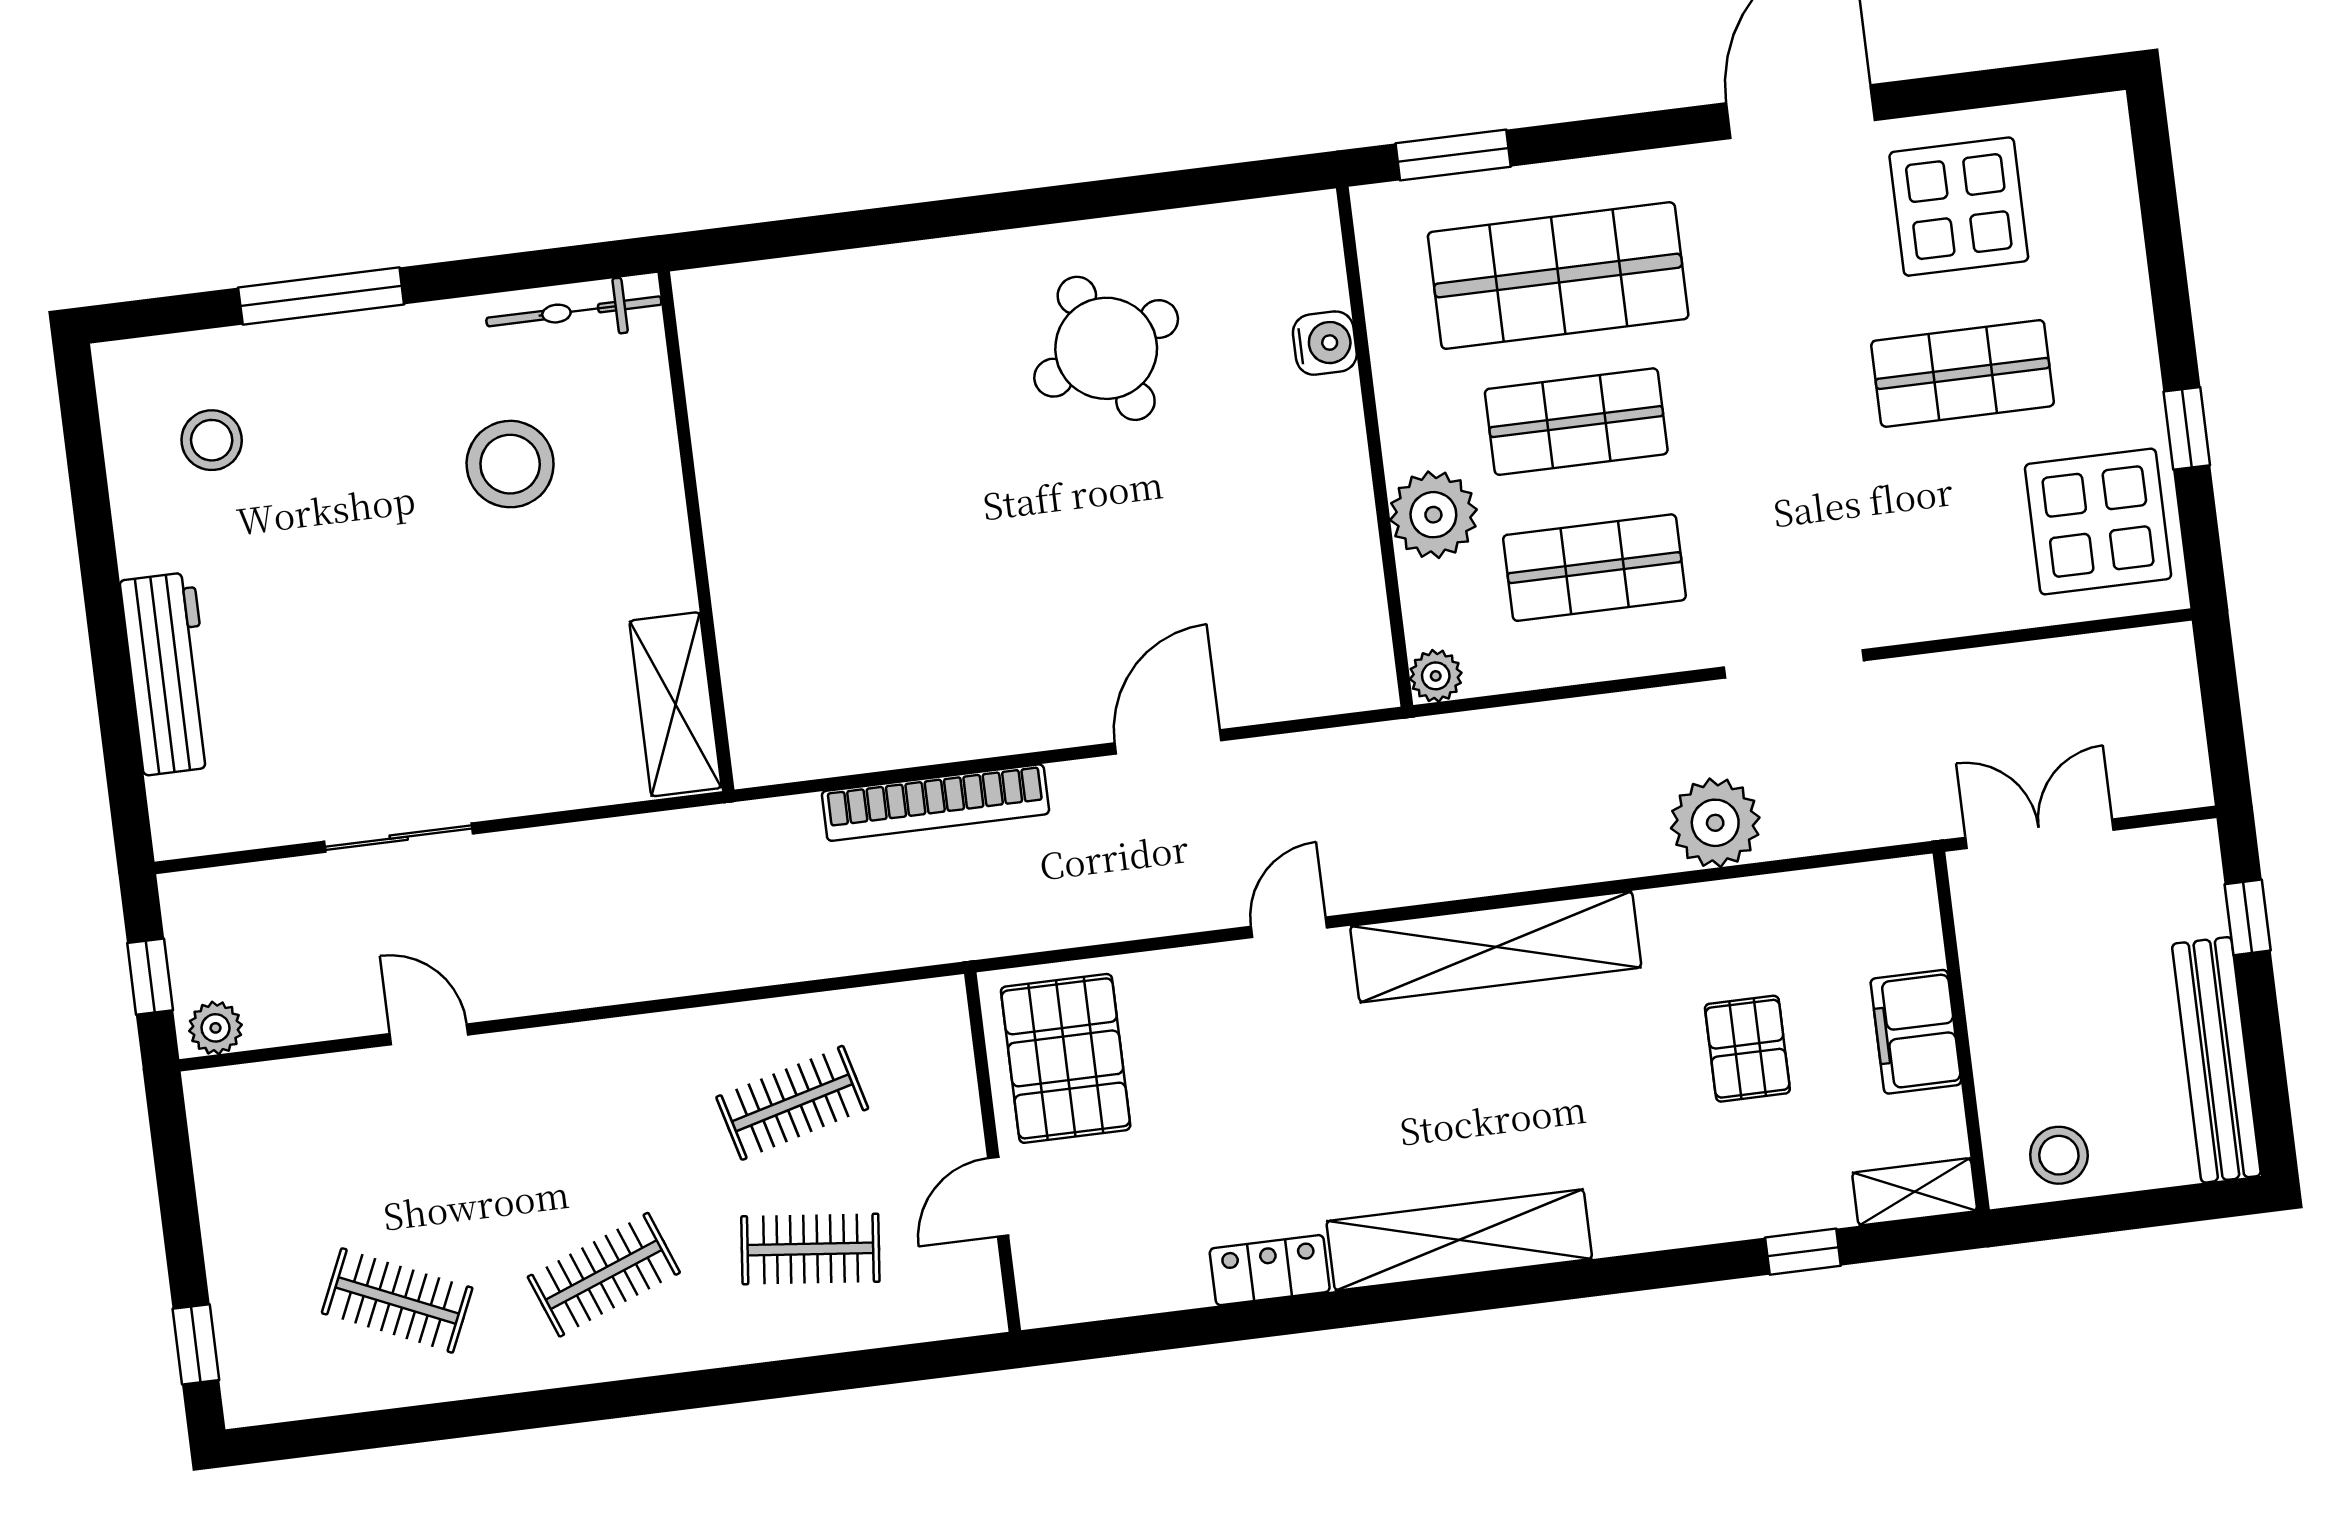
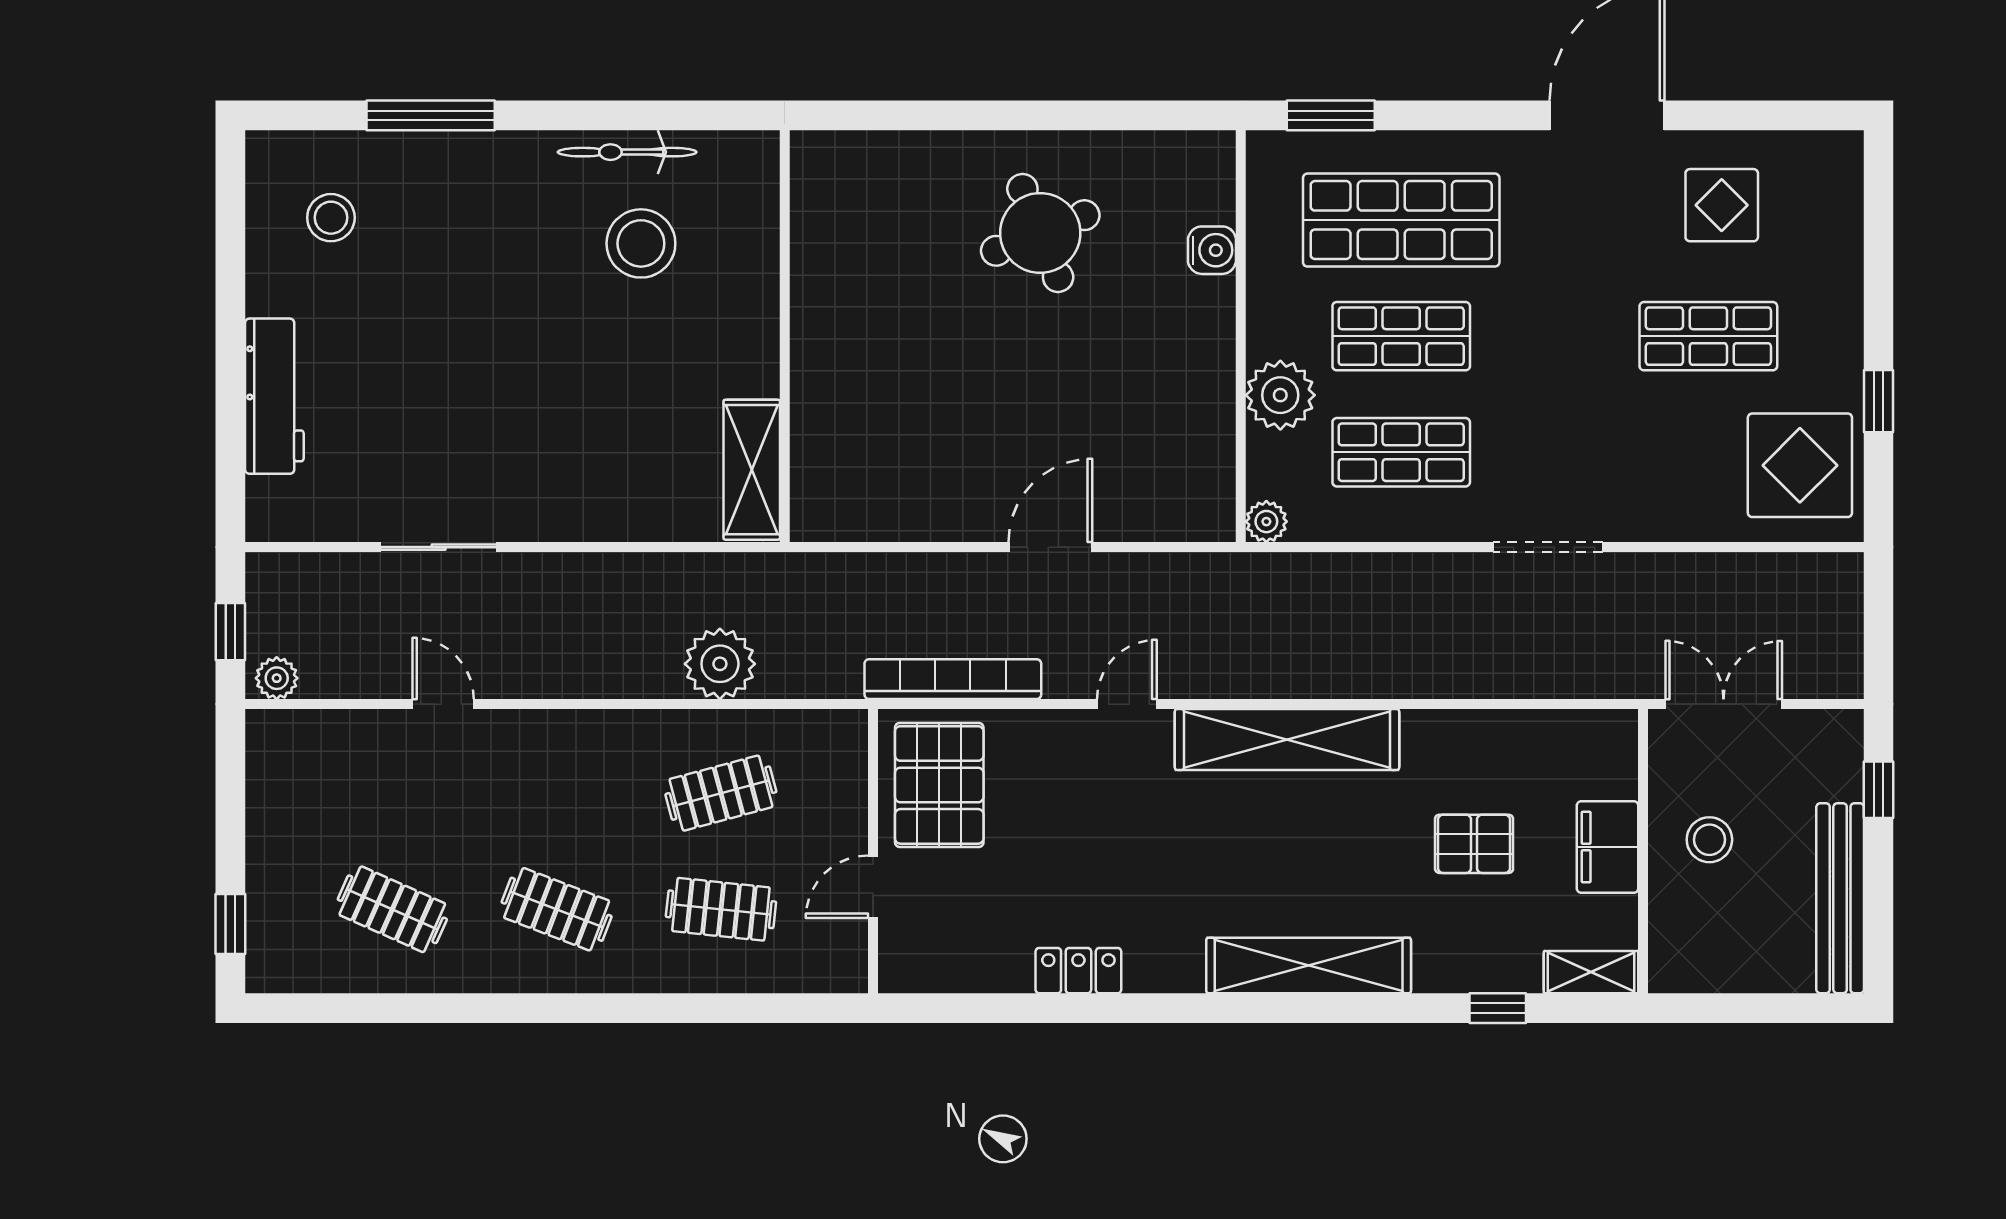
display table: (1959, 207) -> (1722, 205), width x0.73, depth x0.73
stool: (510, 464) -> (641, 243), moved
wall: (696, 531) -> (785, 336), moved
shelving: (675, 704) -> (752, 470), moved
bookcase: (935, 803) -> (953, 679), moved, turned 180
plant: (1715, 823) -> (720, 664), moved
pallet: (1747, 1049) -> (1474, 844), turned 90
stool: (2059, 1155) -> (1709, 840), moved
shelving: (1459, 1240) -> (1309, 966), moved
clothes rail: (604, 1275) -> (557, 909), turned 42

